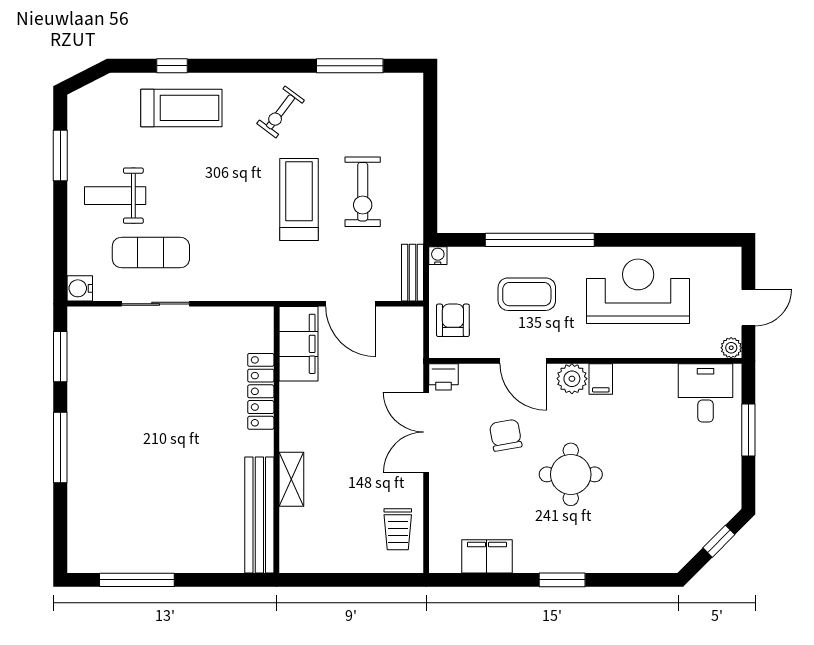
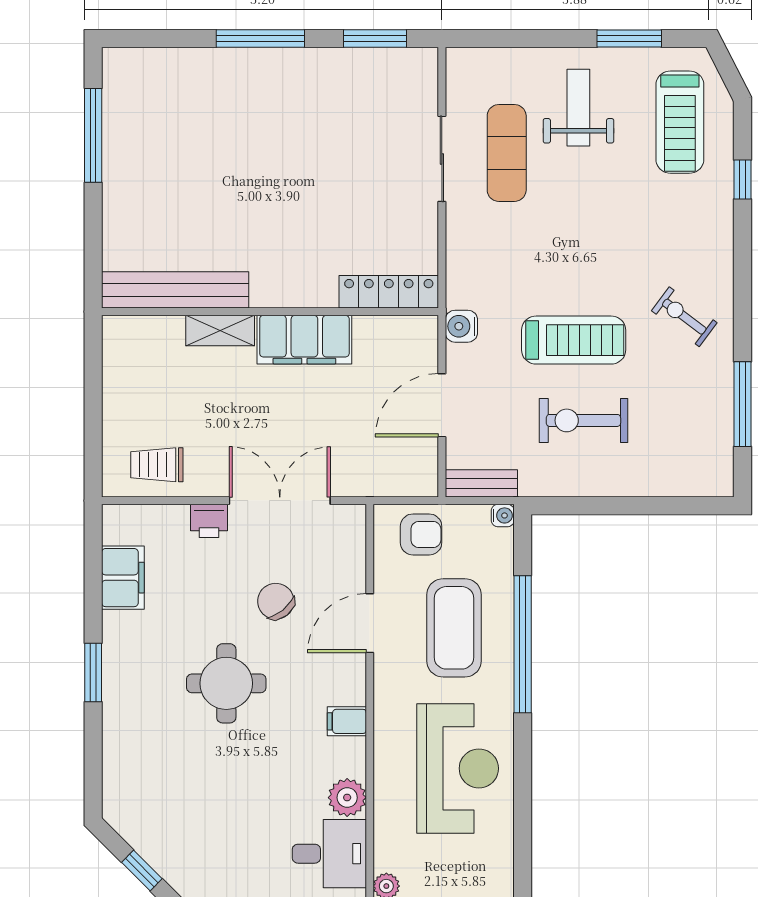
treadmill: (181, 108) -> (680, 122), moved
water cooler: (80, 288) -> (461, 326), moved, turned -90
coffee table: (527, 294) -> (454, 628), width x1.36, depth x1.32
filing cabinet: (299, 344) -> (304, 340), moved
printer: (443, 377) -> (209, 521), moved, turned -90
plant: (572, 379) -> (347, 798), moved
locker: (261, 391) -> (389, 292), moved
chair: (506, 435) -> (276, 601), turned -119

